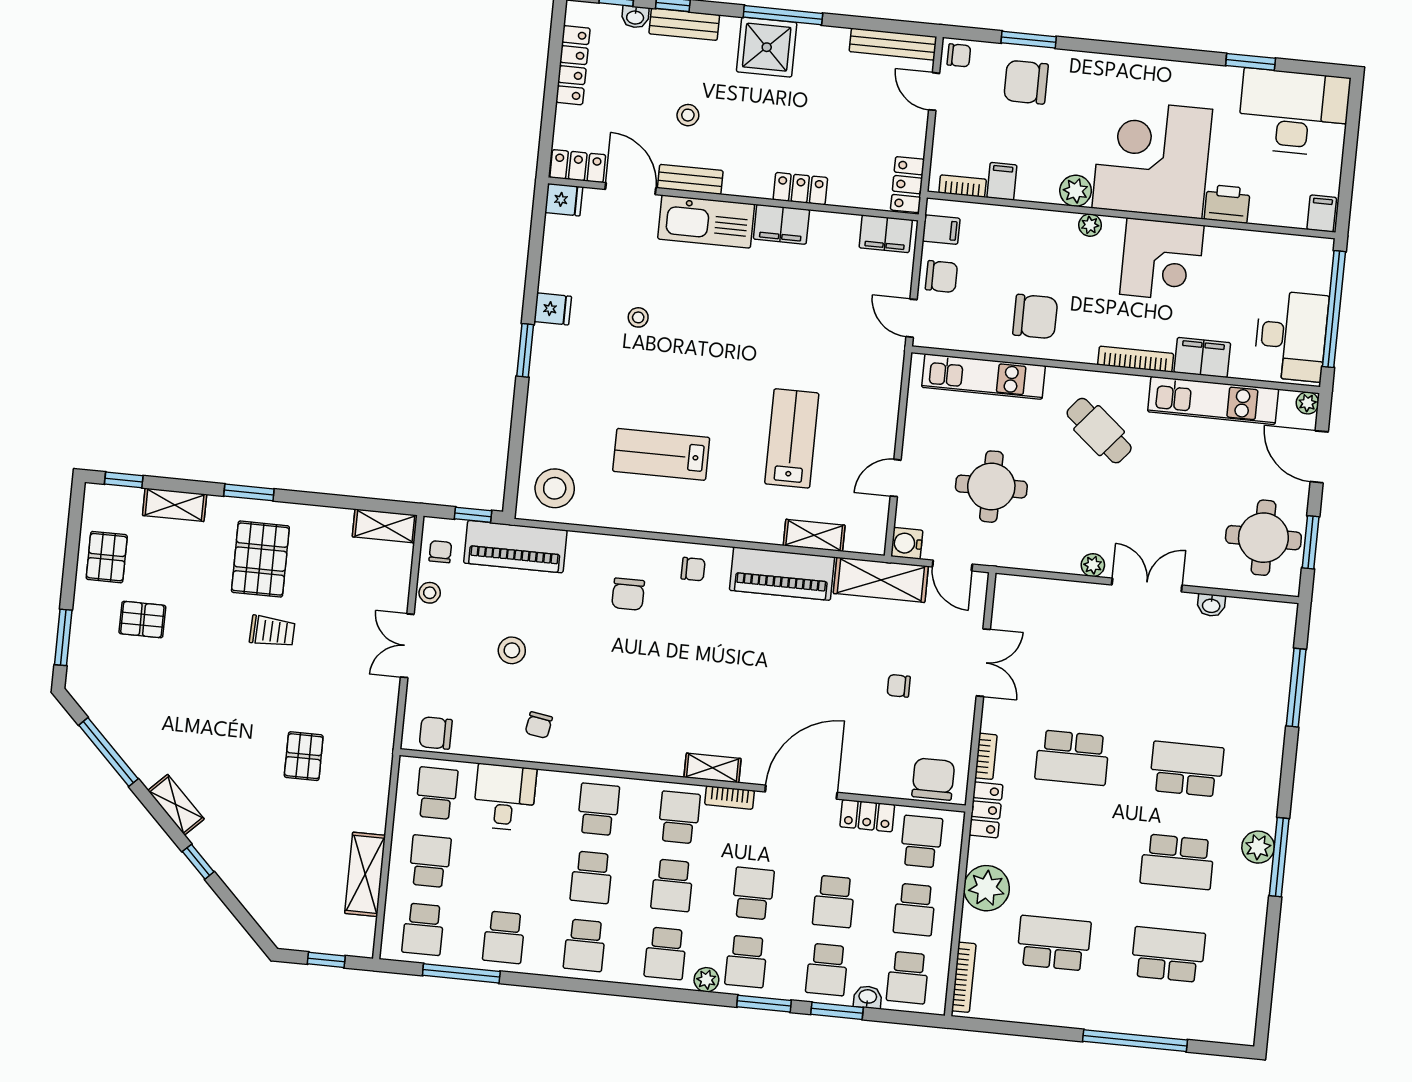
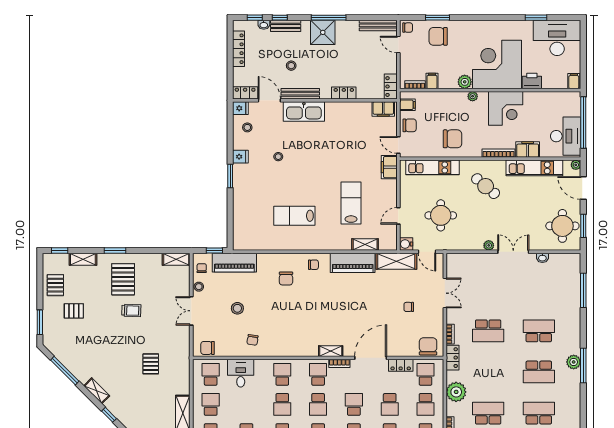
bench: (690, 179) -> (300, 94), width x1.36
filing cabinet: (781, 224) -> (389, 167), moved, turned 90
stool: (555, 488) -> (247, 127), moved, width x0.53, depth x0.53

